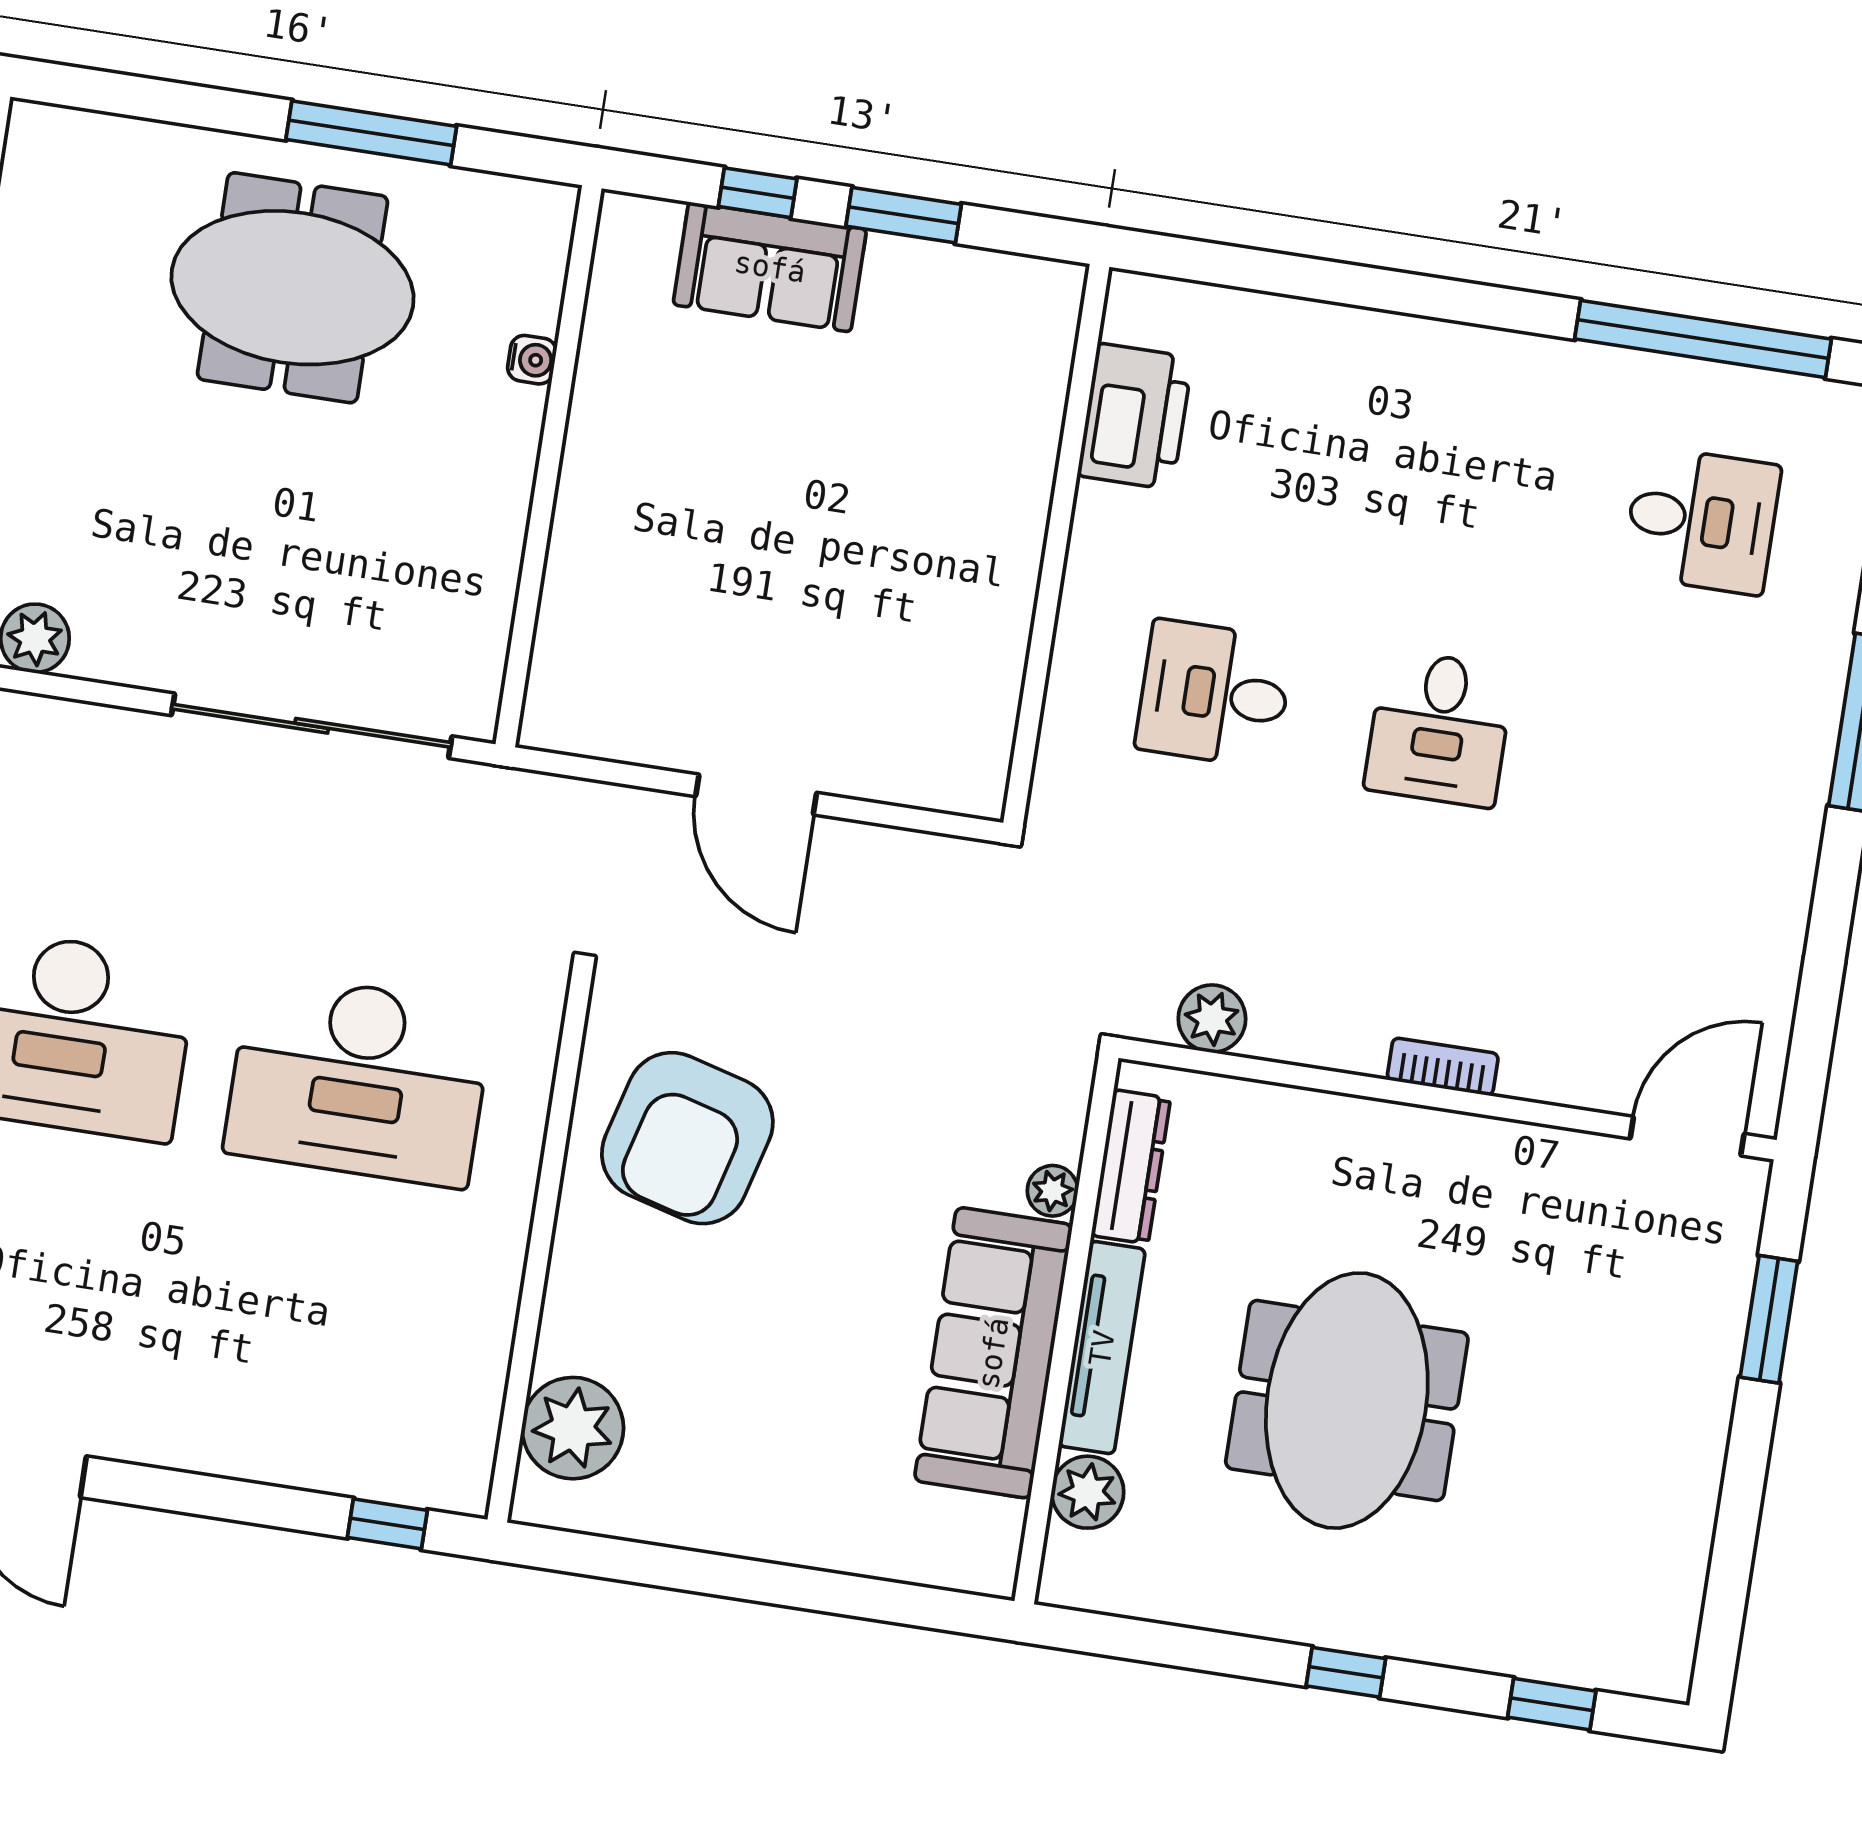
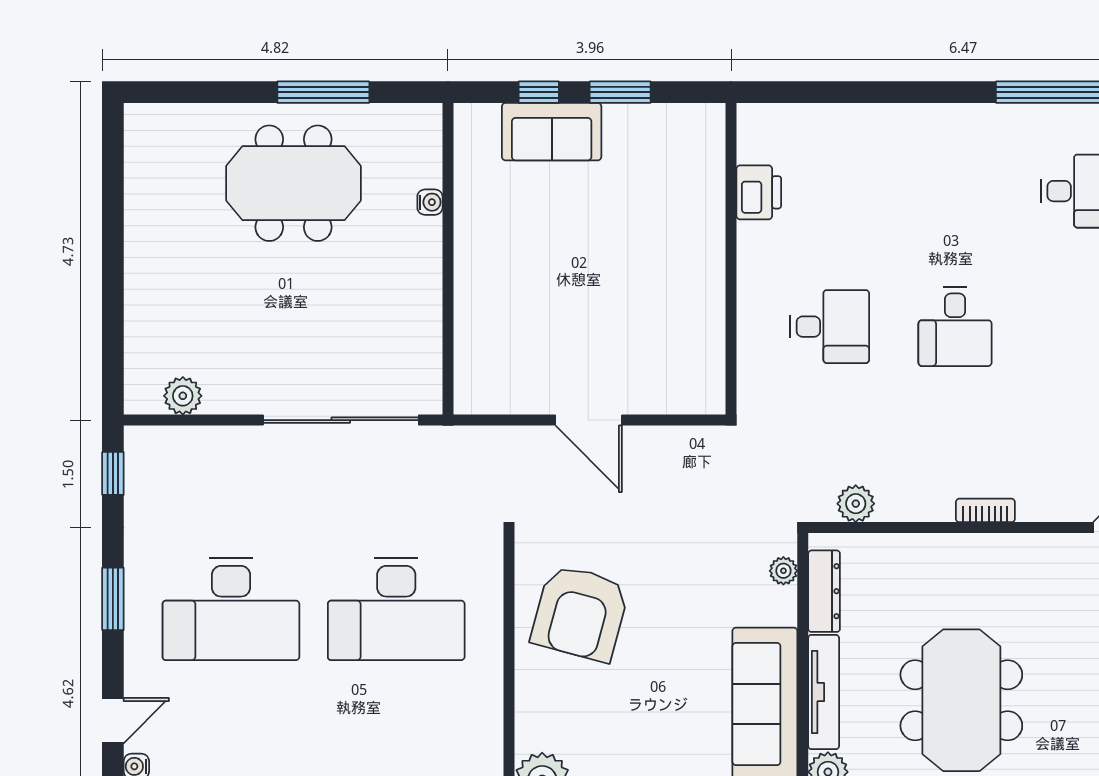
printer: (1135, 416) -> (759, 192), width x0.73, depth x0.84
desk: (1214, 694) -> (830, 327), turned 180
plant: (1053, 1191) -> (783, 571), moved

